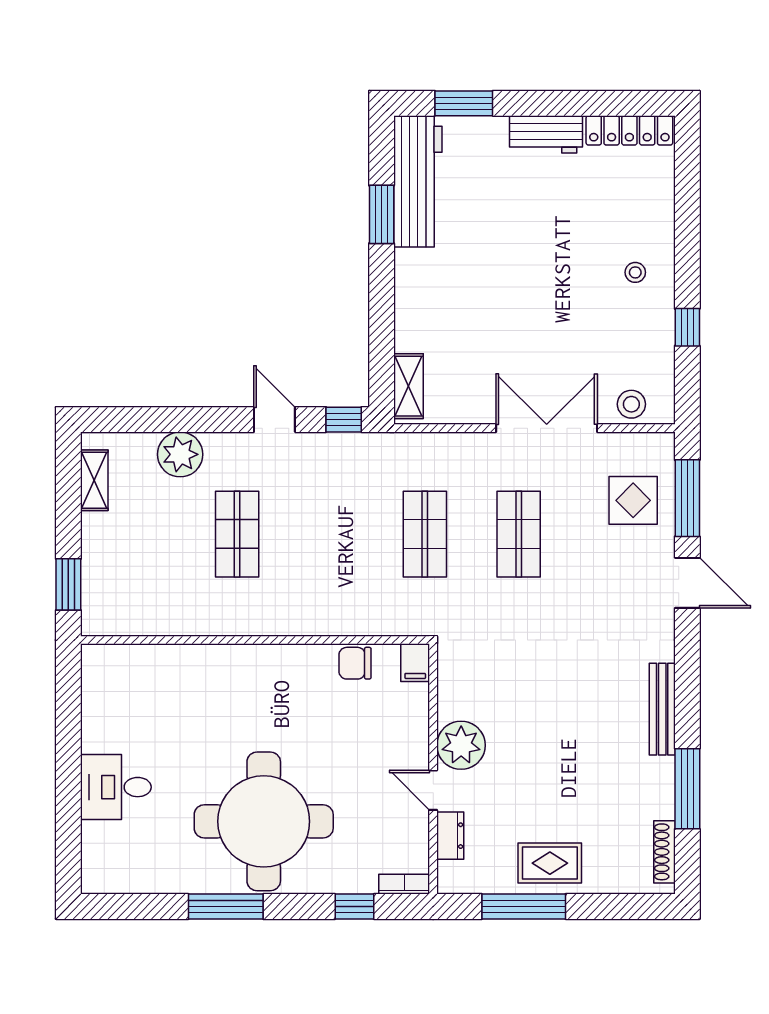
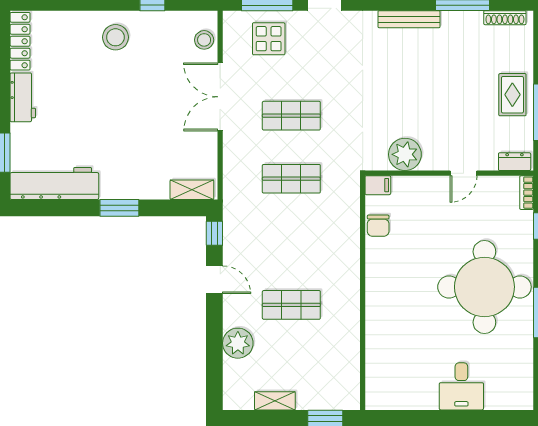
window: (382, 214) -> (119, 208), moved
stool: (635, 272) -> (115, 37), width x1.89, depth x1.89
door: (274, 420) -> (214, 280), swing flipped
shelving: (94, 480) -> (275, 401), moved
plant: (461, 745) -> (405, 154), moved
dresser: (450, 836) -> (515, 162), moved

